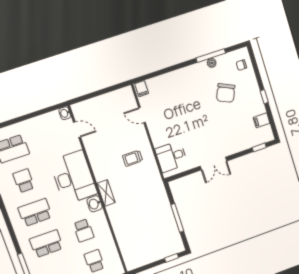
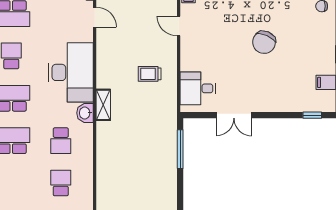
chair: (226, 93) -> (264, 42), moved
double door: (213, 164) -> (234, 115), moved
window: (177, 218) -> (180, 149), moved

